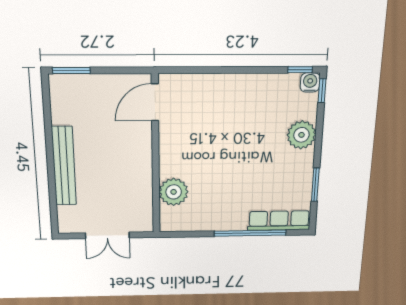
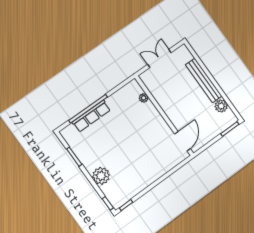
water cooler: (310, 82) -> (117, 203), removed
plant: (62, 113) -> (221, 106), added
plant: (174, 192) -> (144, 98), width x0.53, depth x0.53
row of seats: (279, 221) -> (91, 116), moved

